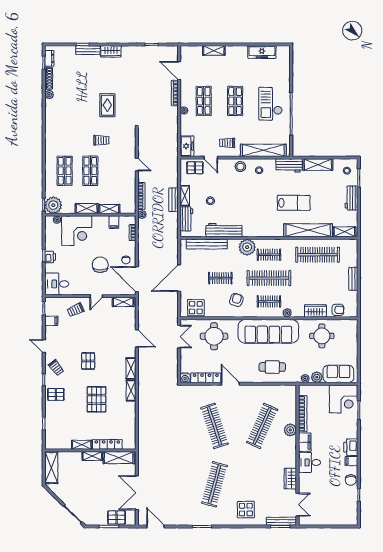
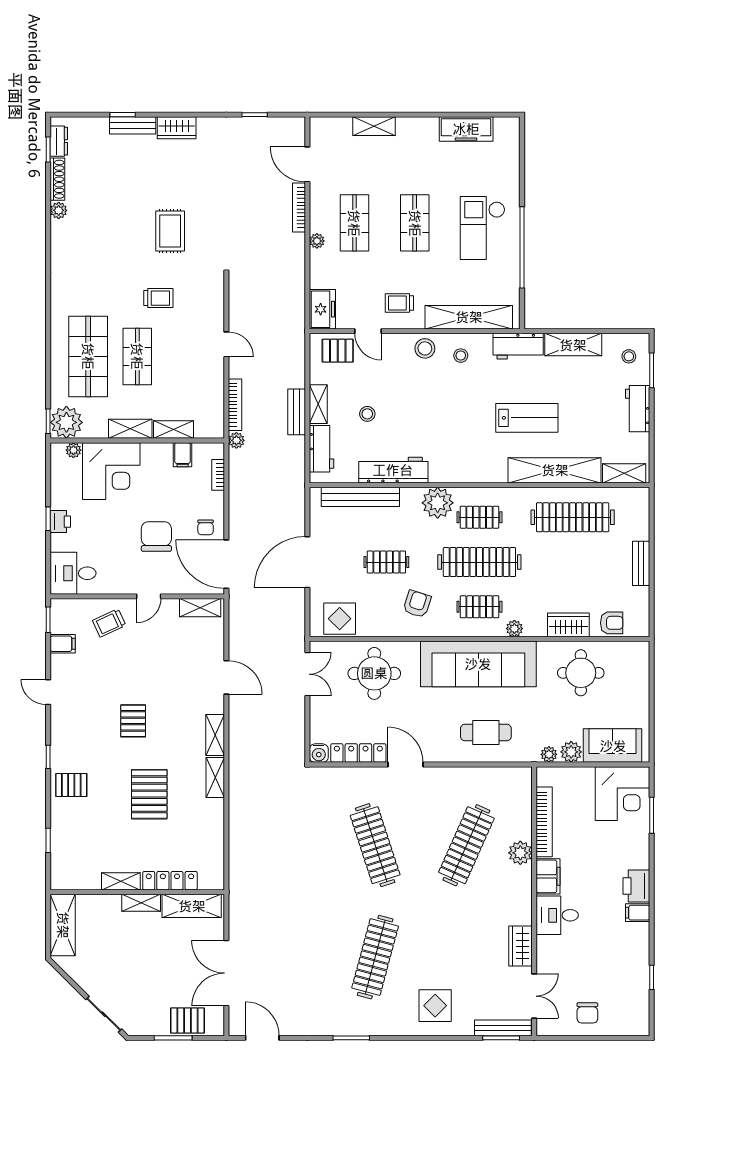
shop shelf: (65, 171) -> (88, 356), width x1.43, depth x1.36
trolley: (56, 368) -> (72, 734), removed
chair: (351, 480) -> (587, 1013), moved

